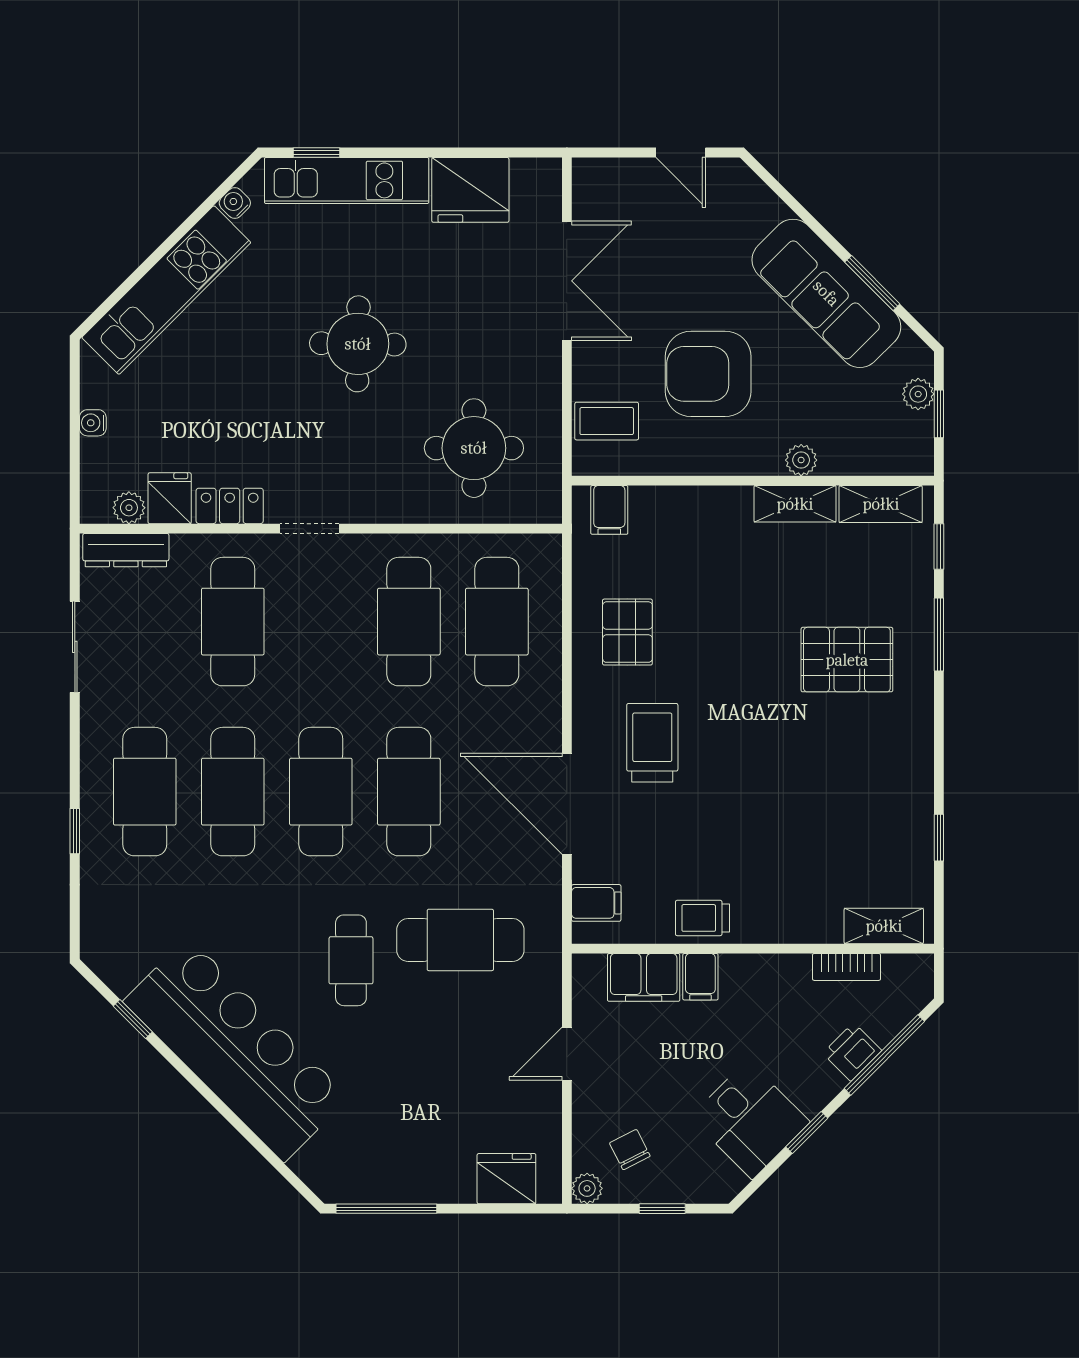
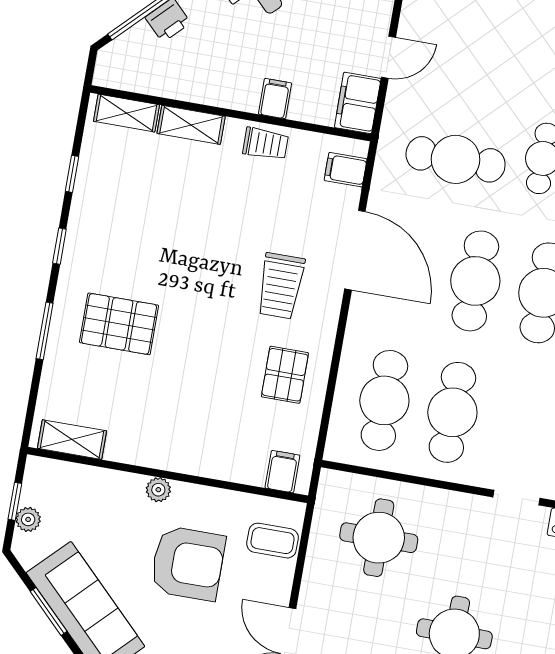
plant: (801, 460) -> (158, 490), moved
shelving: (795, 504) -> (191, 125), moved
window: (939, 547) -> (59, 246), moved
bookcase: (846, 967) -> (161, 86), removed
filing cabinet: (644, 977) -> (358, 103), moved, turned -90

